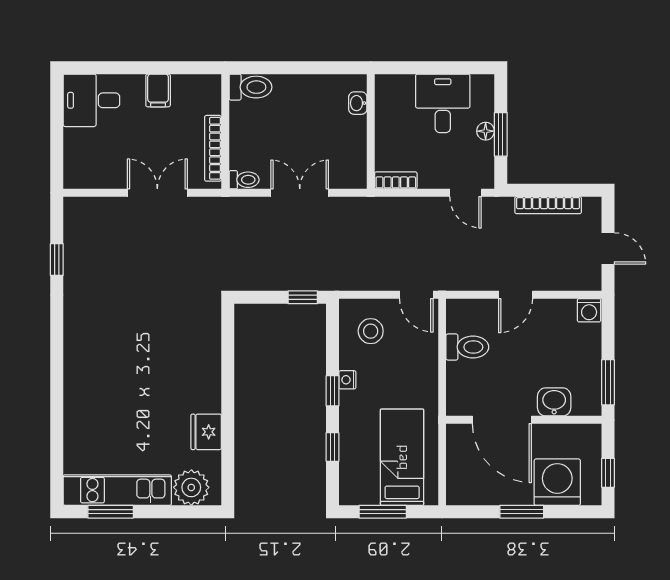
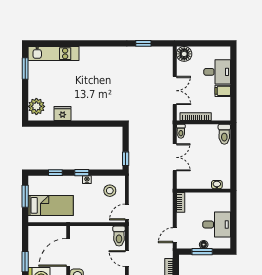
desk: (91, 100) -> (217, 72), moved, turned 90
floor lamp: (79, 173) -> (184, 54), added
toilet: (467, 347) -> (119, 236), moved
kitchen unit: (117, 490) -> (53, 54), moved, turned 90

